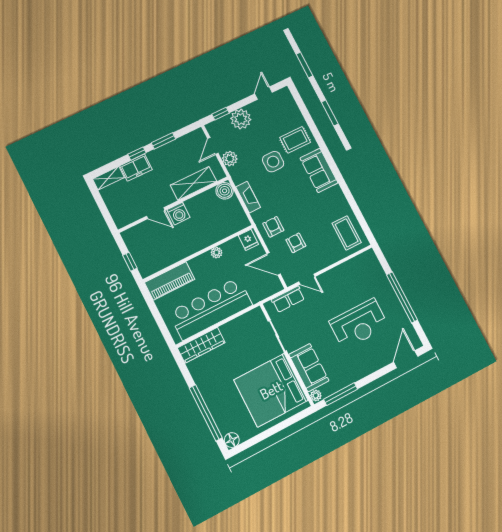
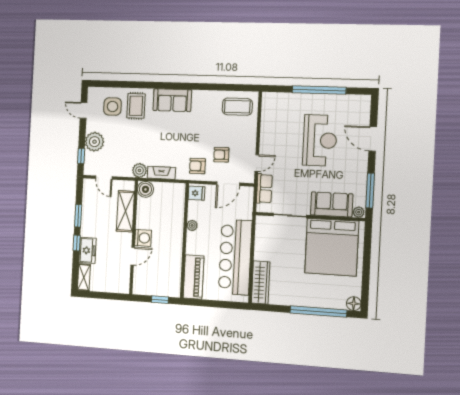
plant: (230, 159) -> (139, 170), moved
side table: (273, 162) -> (113, 106), moved
door: (406, 359) -> (373, 139), moved

